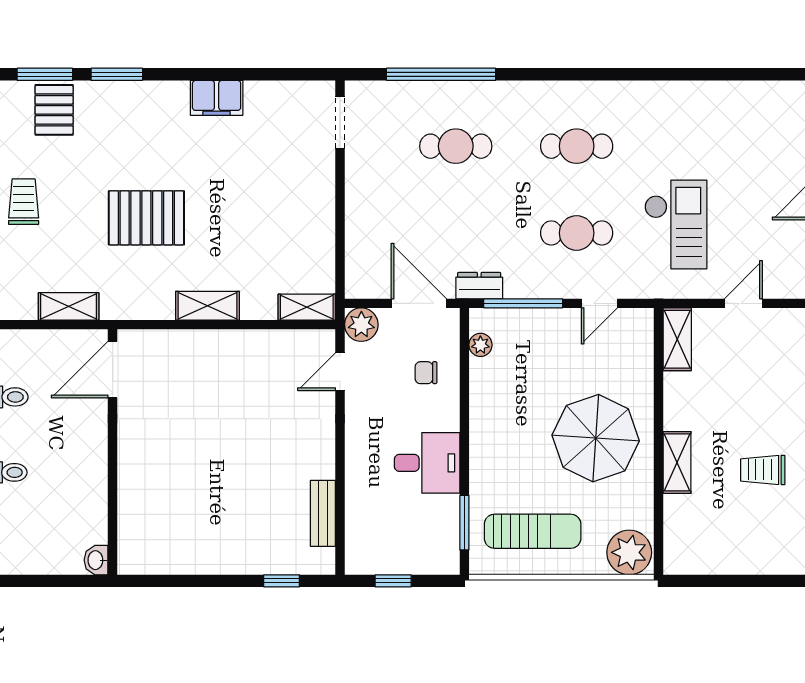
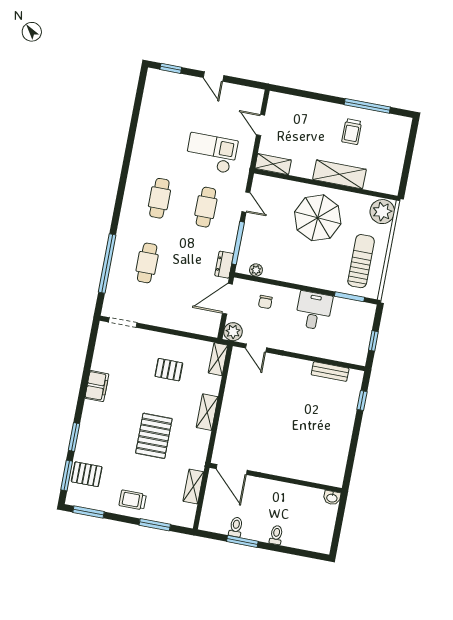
pallet: (271, 222) -> (169, 370), added
shelving: (677, 462) -> (339, 174), width x1.50, depth x1.33

